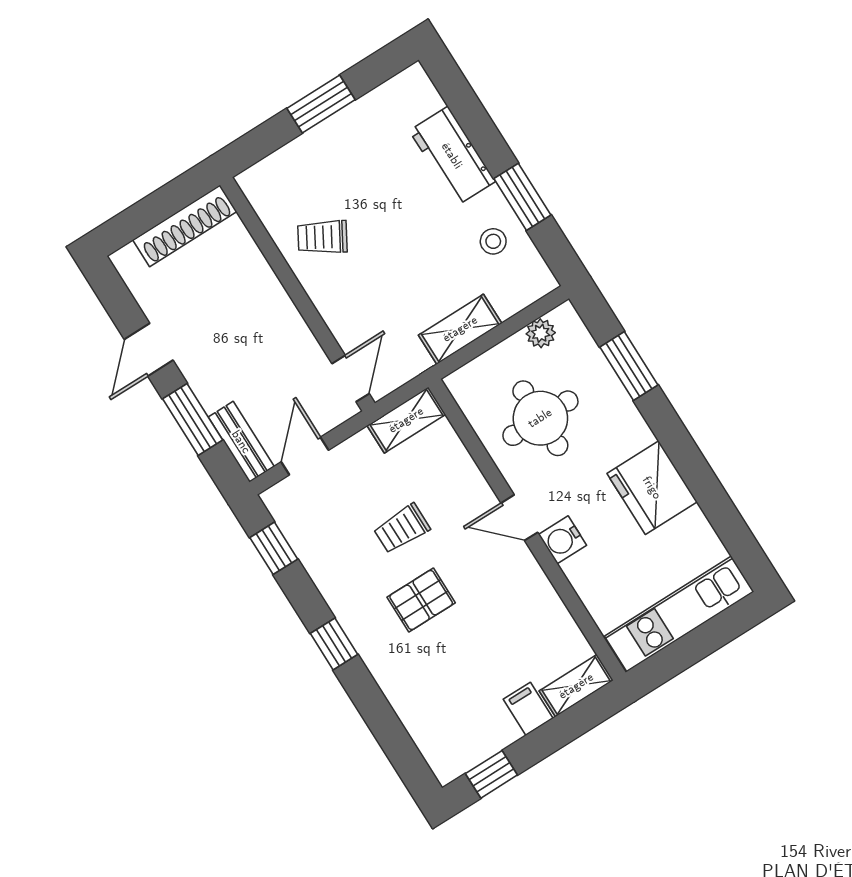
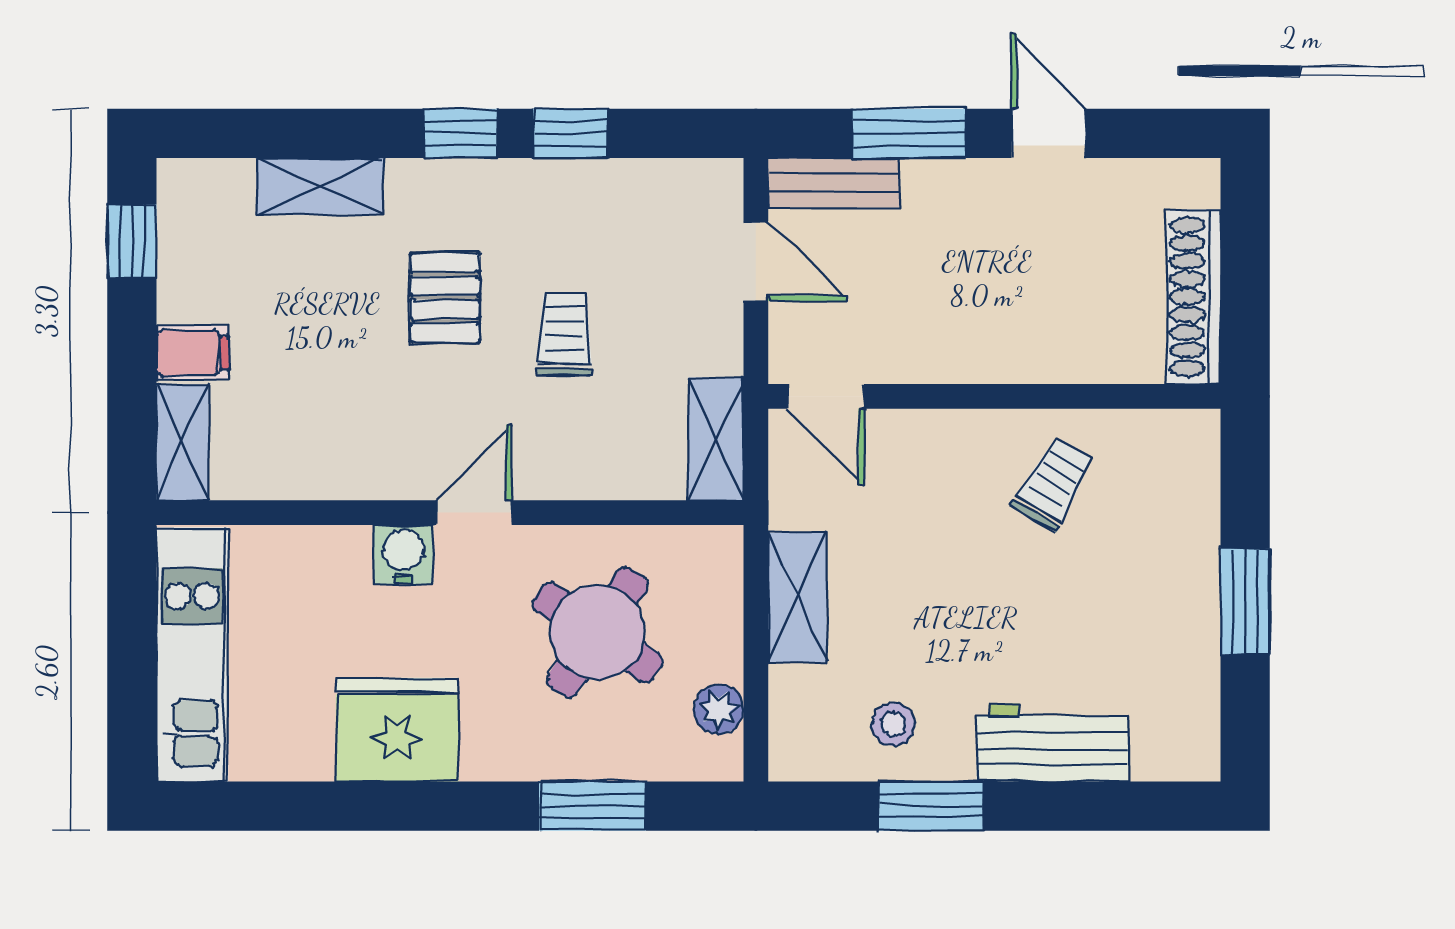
round table: (540, 418) -> (597, 632), turned 34
window: (274, 548) -> (570, 133), moved
shelving: (405, 698) -> (320, 186), added

